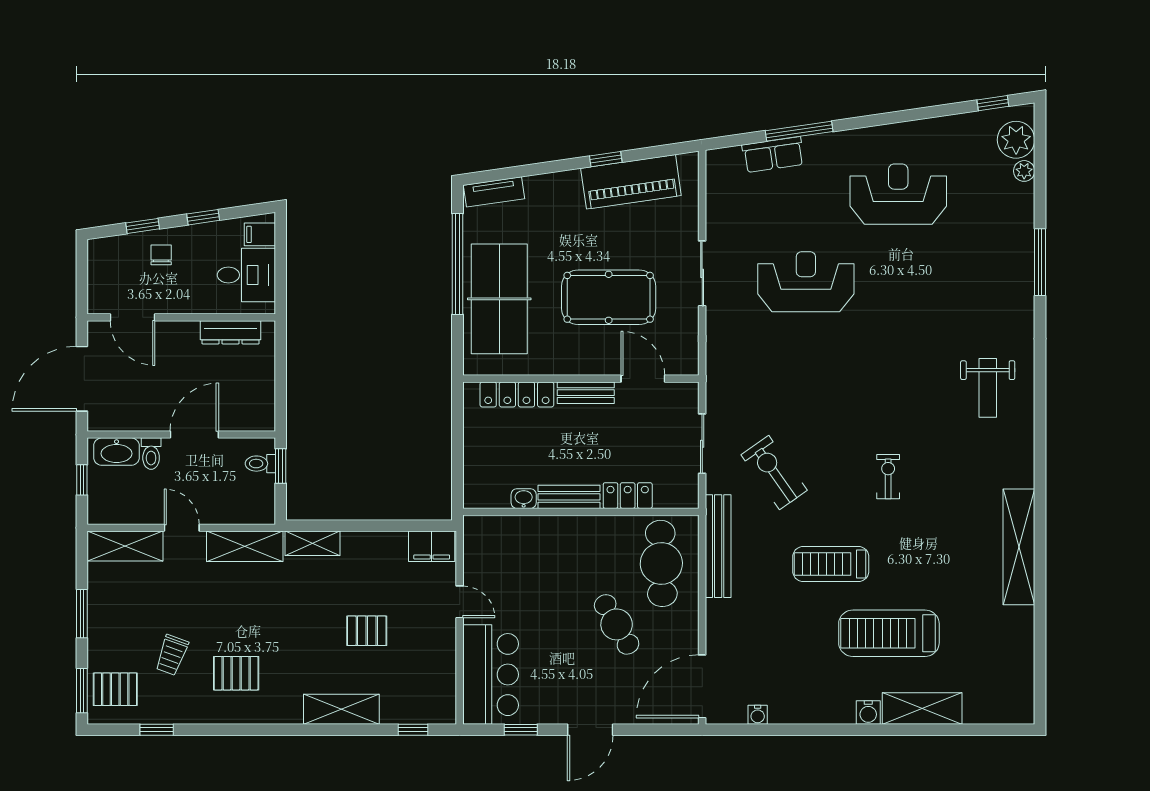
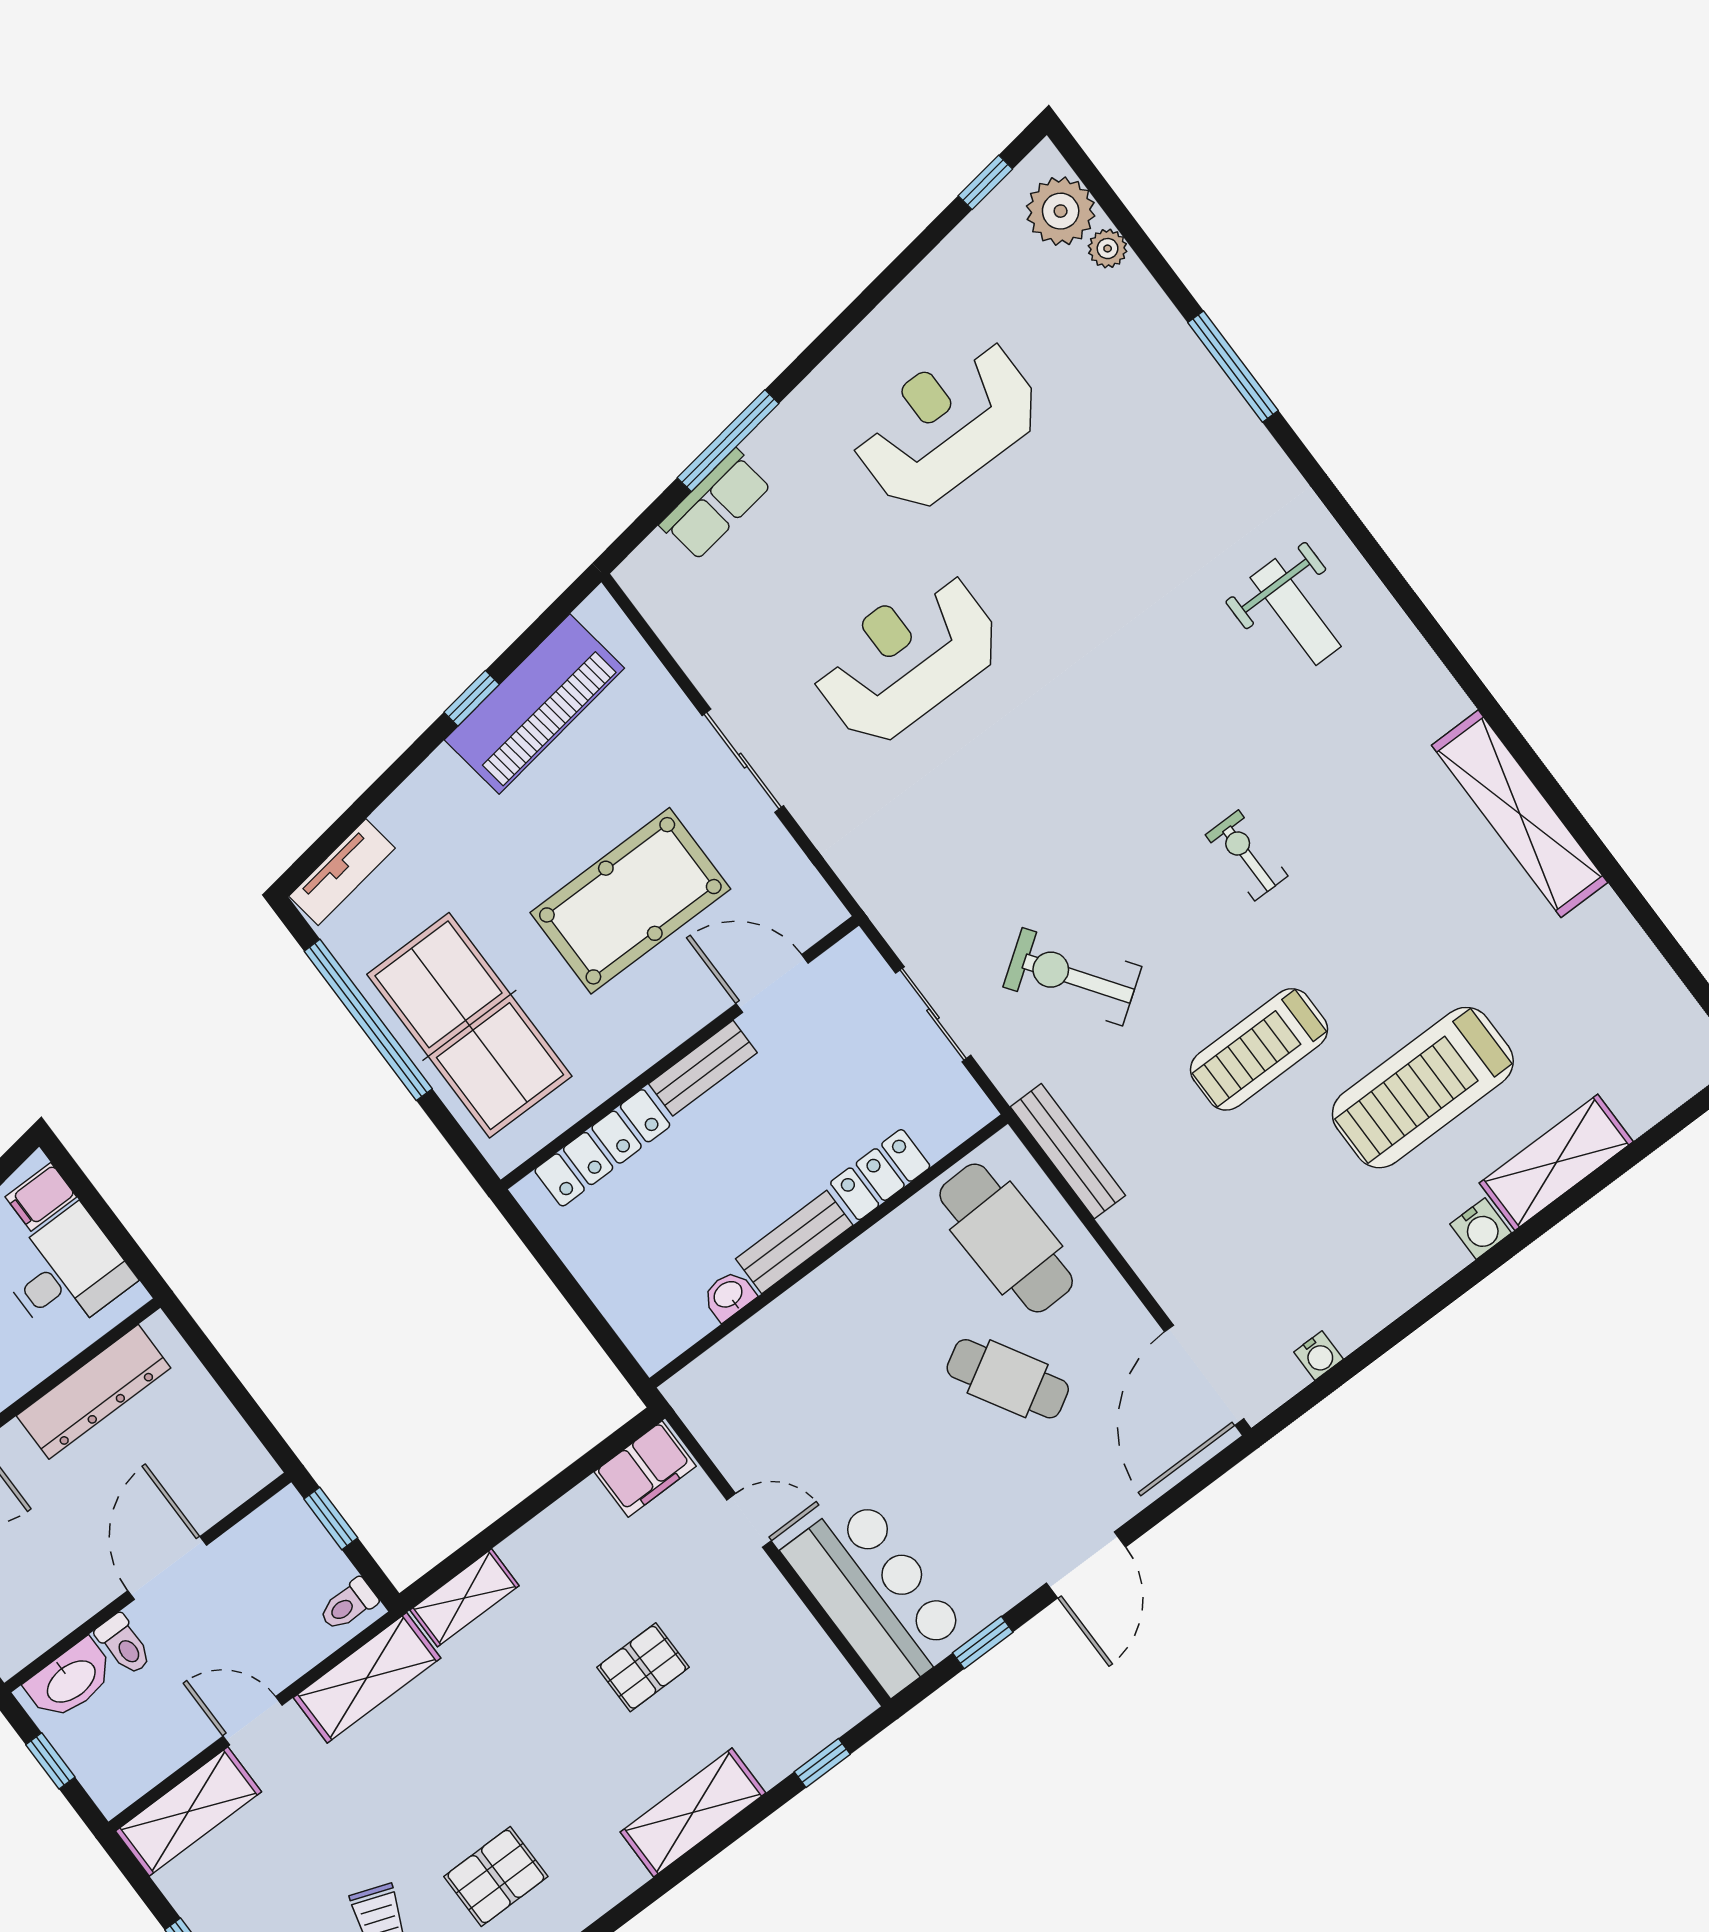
dresser: (231, 332) -> (94, 1392), width x1.37, depth x1.24
toilet: (260, 464) -> (348, 1605), moved
bench: (718, 546) -> (1068, 1151), width x0.73, depth x0.82

